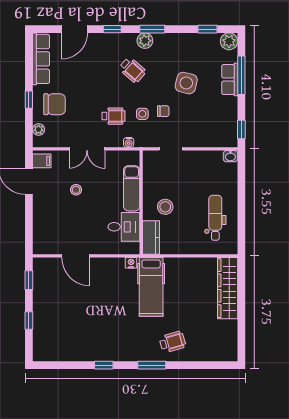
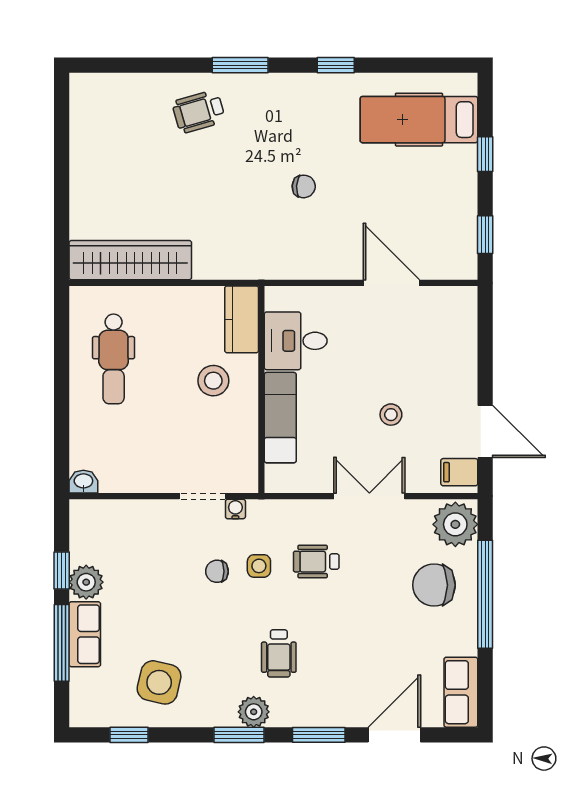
window: (112, 29) -> (319, 735), width x1.50
plant: (229, 41) -> (86, 582), moved
row of seats: (41, 59) -> (461, 692), width x0.68
wheelchair: (132, 70) -> (279, 653), turned -131
side table: (186, 83) -> (159, 682), moved
window: (29, 100) -> (485, 594), width x3.17
plant: (39, 129) -> (455, 524), width x1.88, depth x1.88
window: (241, 129) -> (62, 570), moved
water cooler: (129, 142) -> (235, 509), moved
nightstand: (131, 263) -> (281, 269), removed
hospital bed: (151, 287) -> (419, 120), moved, turned -90
wardrobe: (228, 288) -> (130, 260), moved, turned -90
chair: (120, 304) -> (304, 186), added

